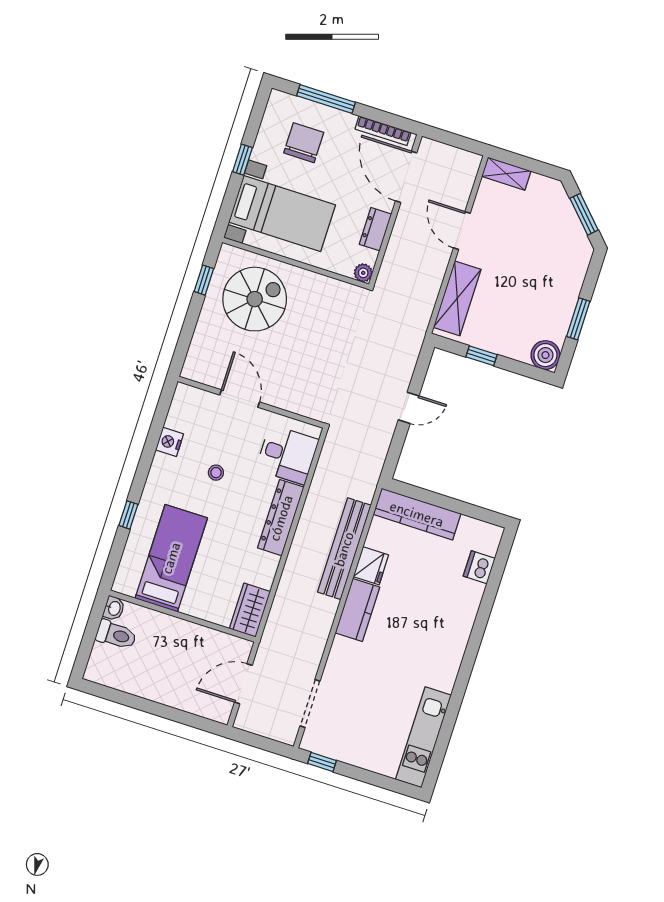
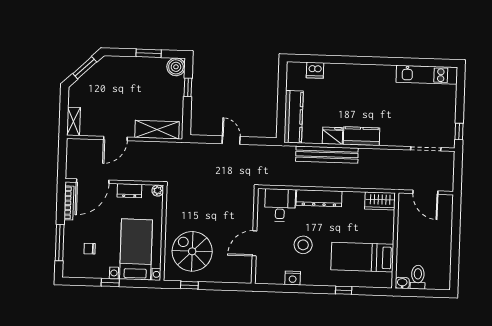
chair: (304, 143) -> (90, 249), width x0.54, depth x0.54
window: (482, 356) -> (188, 87), moved
stool: (216, 473) -> (303, 245), width x1.89, depth x1.89

